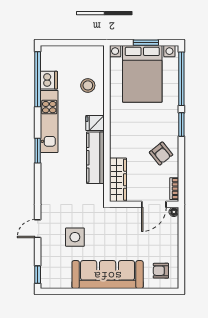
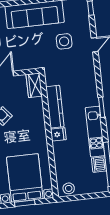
stool: (88, 85) -> (69, 188), moved
wardrobe: (118, 180) -> (34, 85), width x0.67

